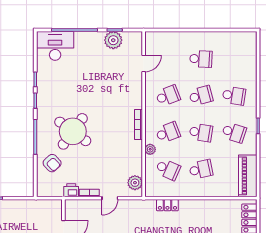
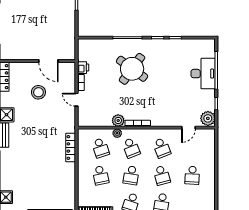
plant: (113, 40) -> (208, 118), moved
desk: (55, 46) -> (203, 74), moved
door: (144, 63) -> (188, 128), hinge flipped
armchair: (52, 163) -> (106, 52), removed
school desk: (168, 169) -> (101, 148), turned -42
plant: (135, 183) -> (118, 120), moved
locker: (167, 205) -> (71, 147), width x1.53

